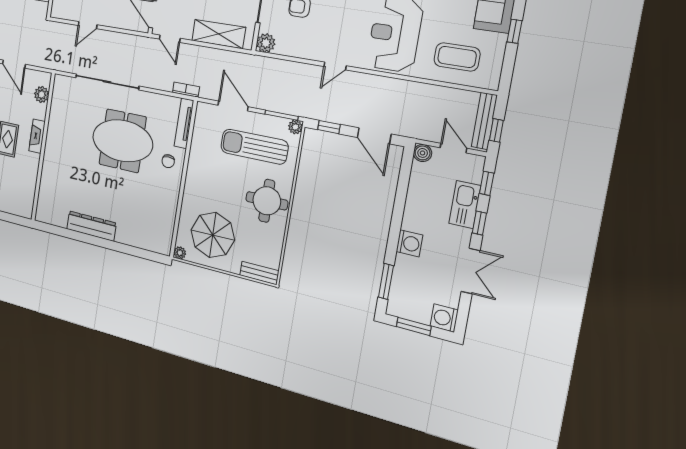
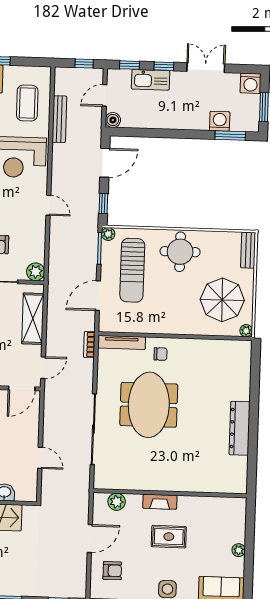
bench: (484, 121) -> (59, 119), moved, turned 90
washing machine: (409, 243) -> (220, 121), moved

